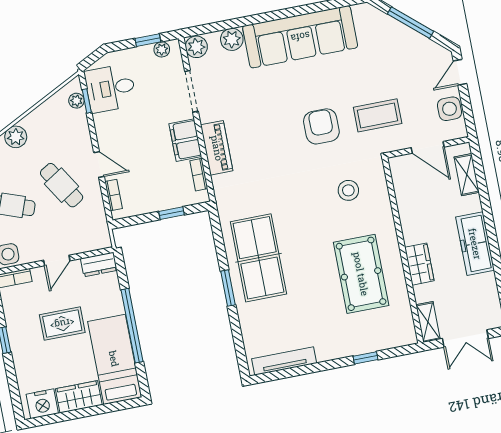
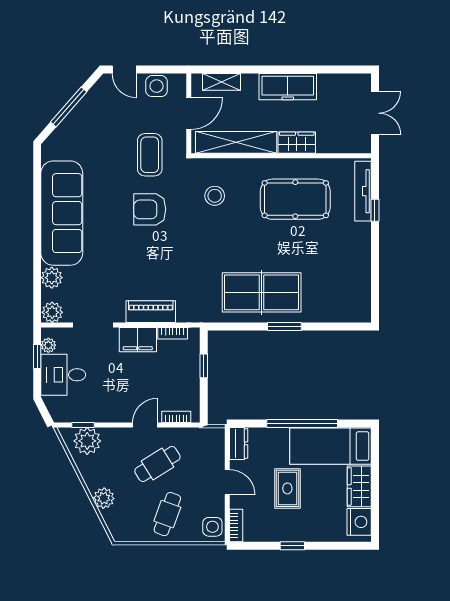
desk: (110, 88) -> (63, 375), moved, turned 90
plant: (76, 101) -> (87, 441), width x1.88, depth x1.88
shelving: (428, 322) -> (236, 142), moved, width x2.20, depth x1.33
tv unit: (284, 361) -> (363, 191), moved

